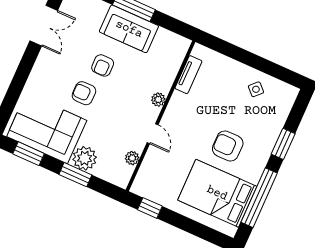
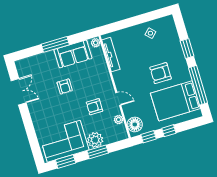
sofa: (129, 29) -> (73, 54), moved
tv unit: (188, 75) -> (111, 55), width x1.41
armchair: (84, 93) -> (94, 107), moved
plant: (158, 100) -> (96, 43), moved
floor lamp: (146, 180) -> (135, 124), added
window: (180, 221) -> (169, 131), added

